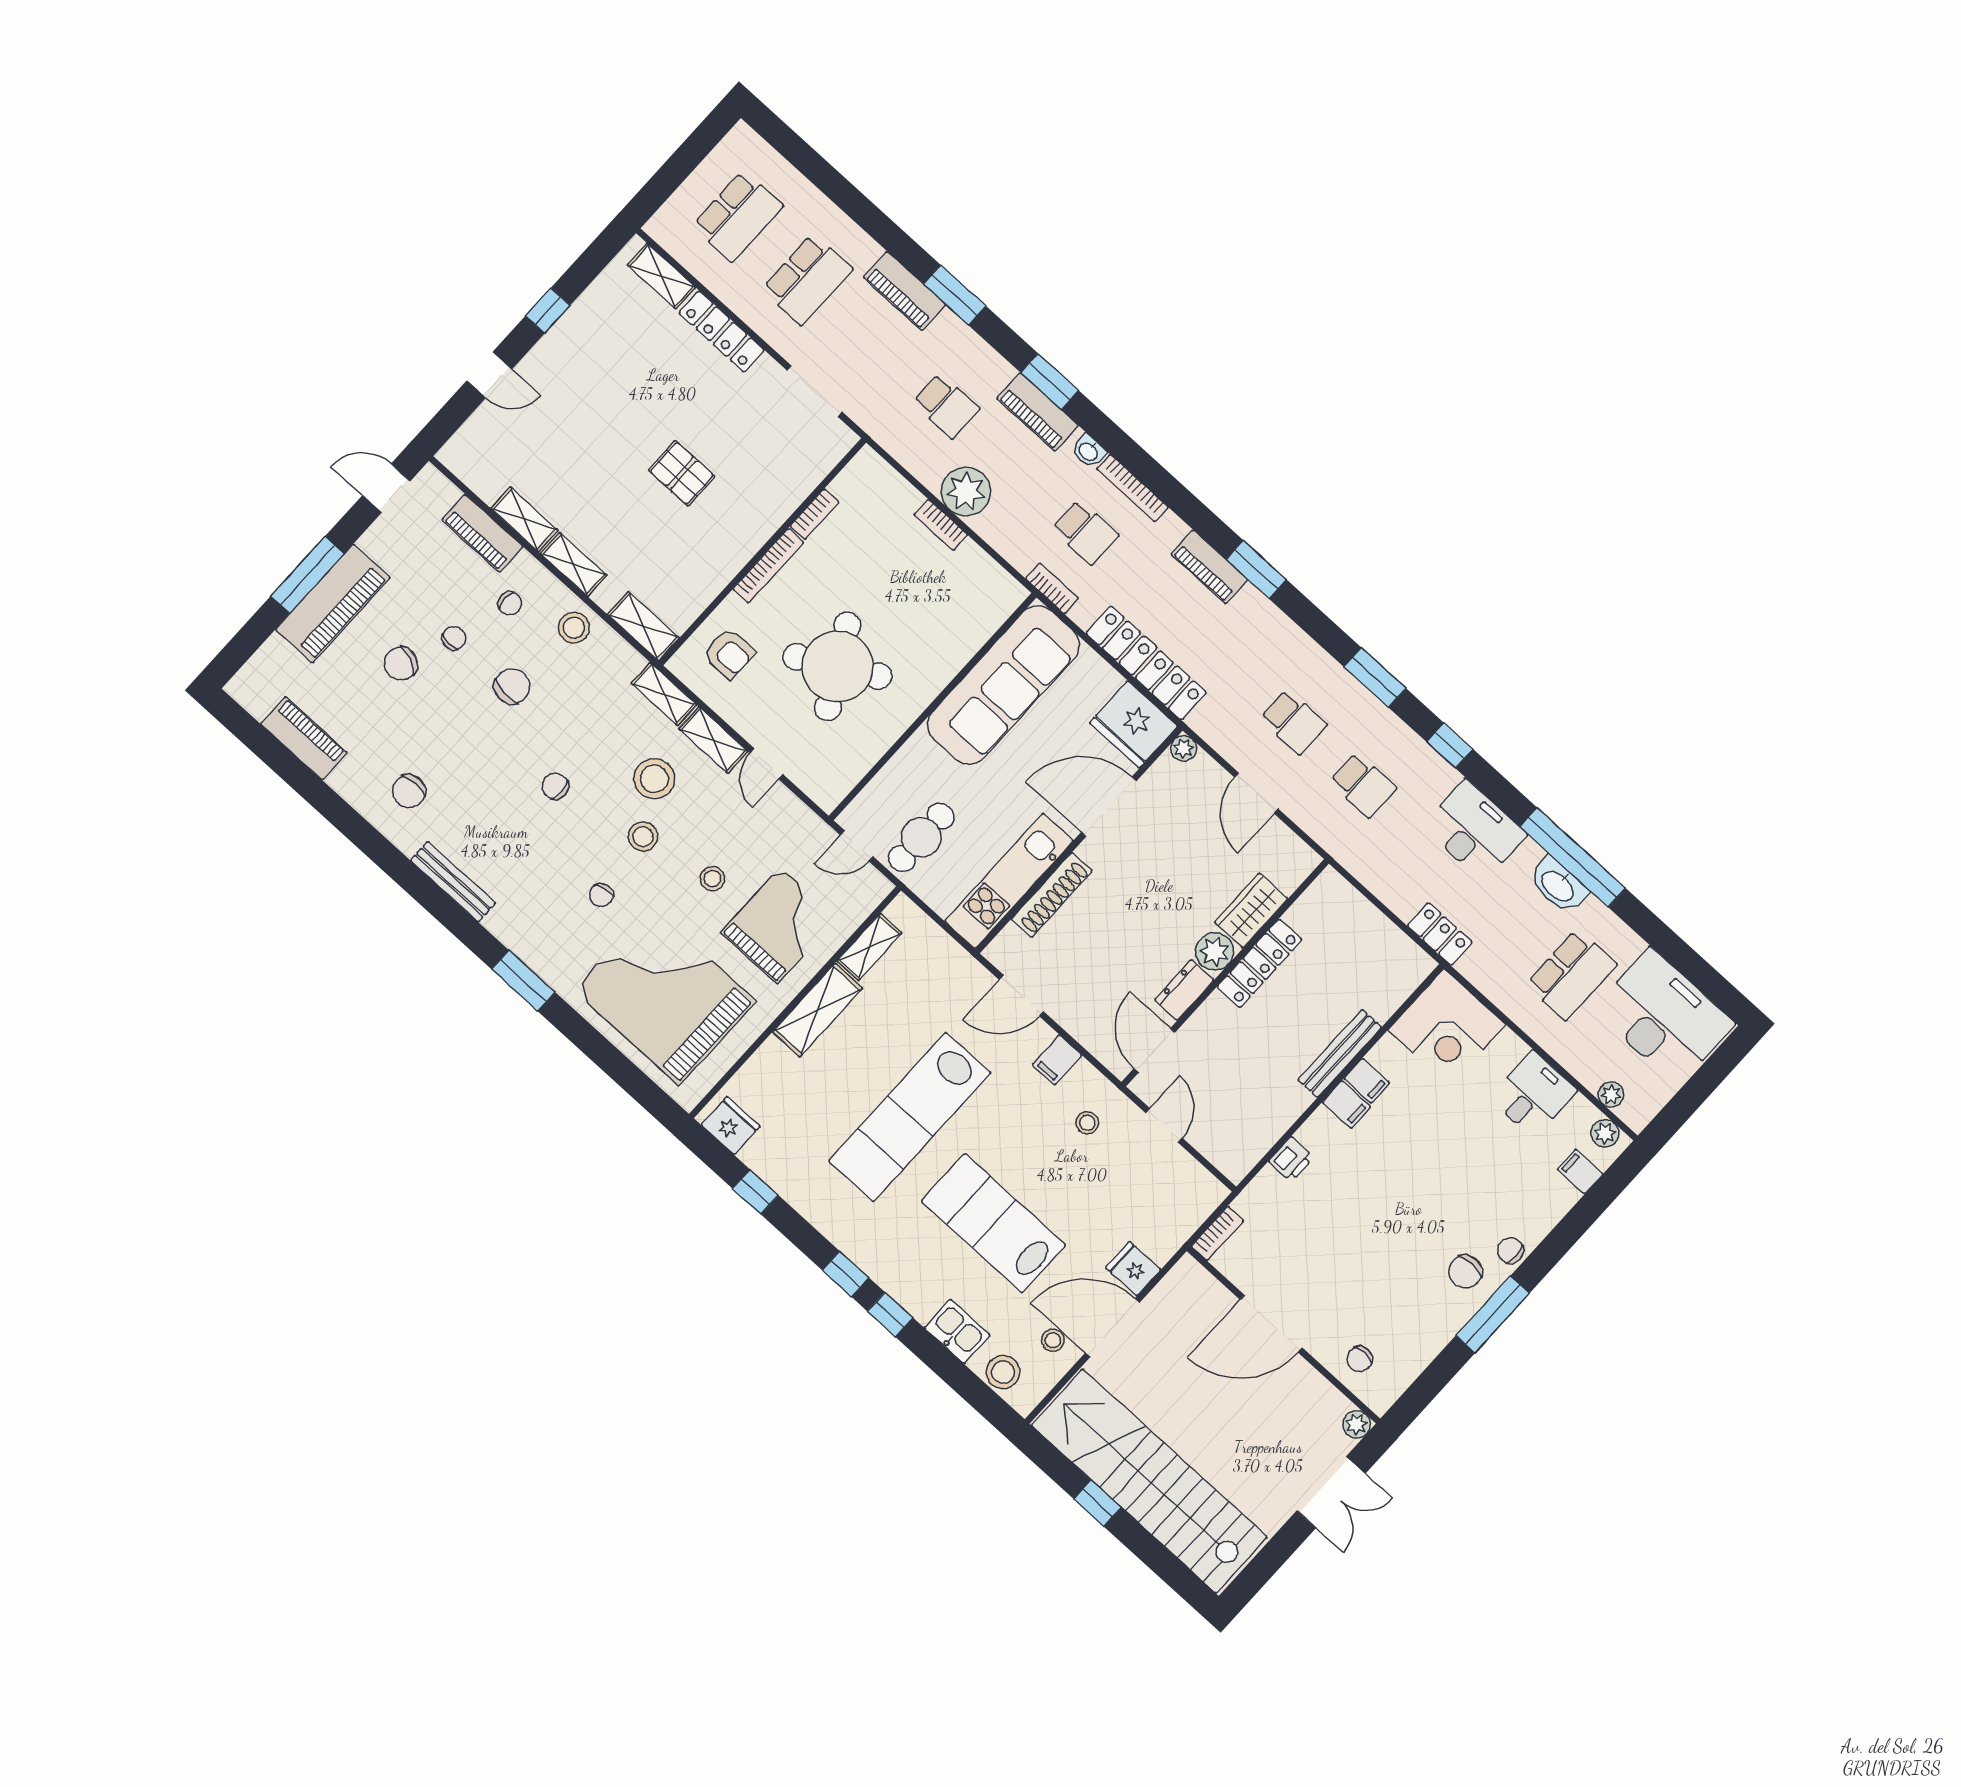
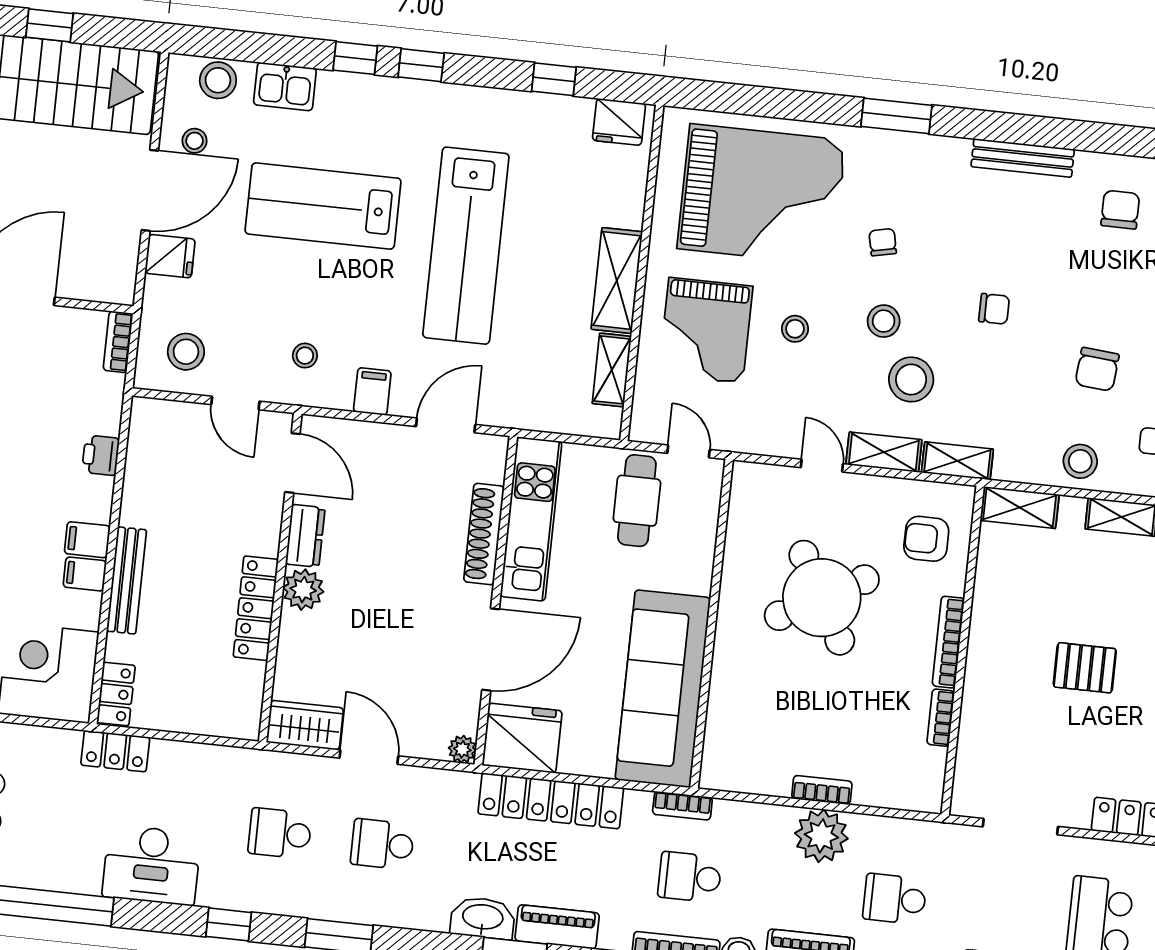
door: (857, 846) -> (688, 451), hinge flipped
washbasin: (1558, 885) -> (483, 918), moved
wardrobe: (1251, 911) -> (305, 725), moved, turned -90
locker: (1409, 976) -> (116, 694), added
lab bench: (910, 1117) -> (466, 246), turned 180
stool: (1173, 1190) -> (186, 352), added
lab bench: (993, 1223) -> (323, 206), turned 180

